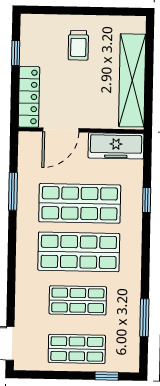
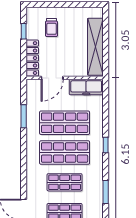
trolley: (78, 45) -> (52, 28), moved
window: (147, 200) -> (106, 145), moved

